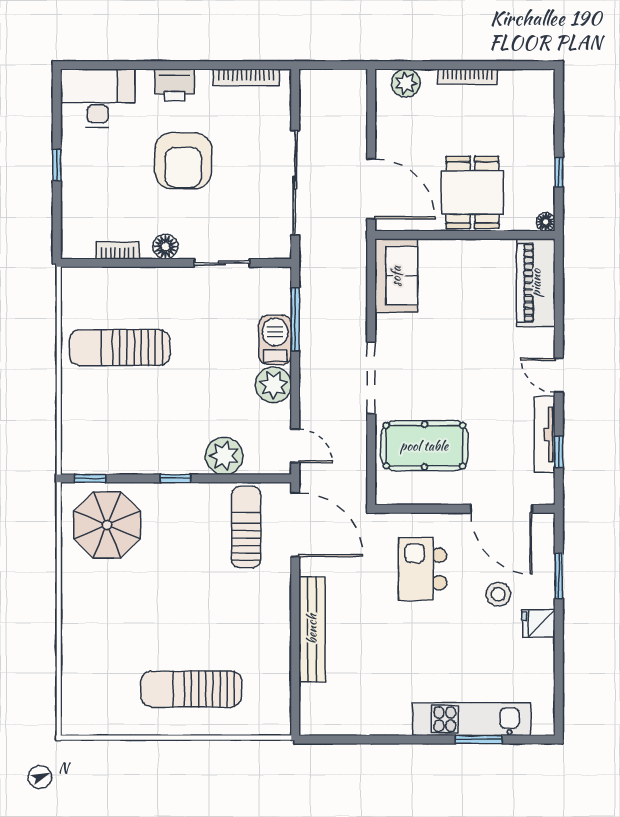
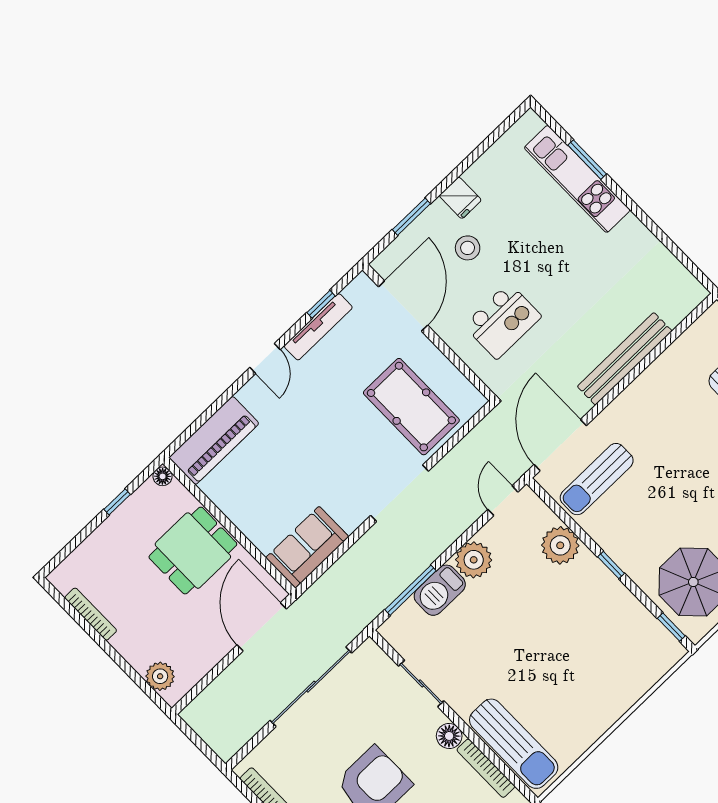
bookcase: (467, 77) -> (91, 614), moved
bookcase: (118, 250) -> (486, 768), width x1.56
sun lounger: (120, 348) -> (514, 744), moved

